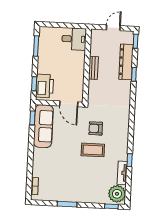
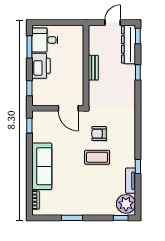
desk: (74, 39) -> (45, 40), moved, turned 180
dresser: (126, 62) -> (128, 44), moved
printer: (45, 86) -> (41, 66), moved
sofa: (43, 126) -> (42, 166), moved

